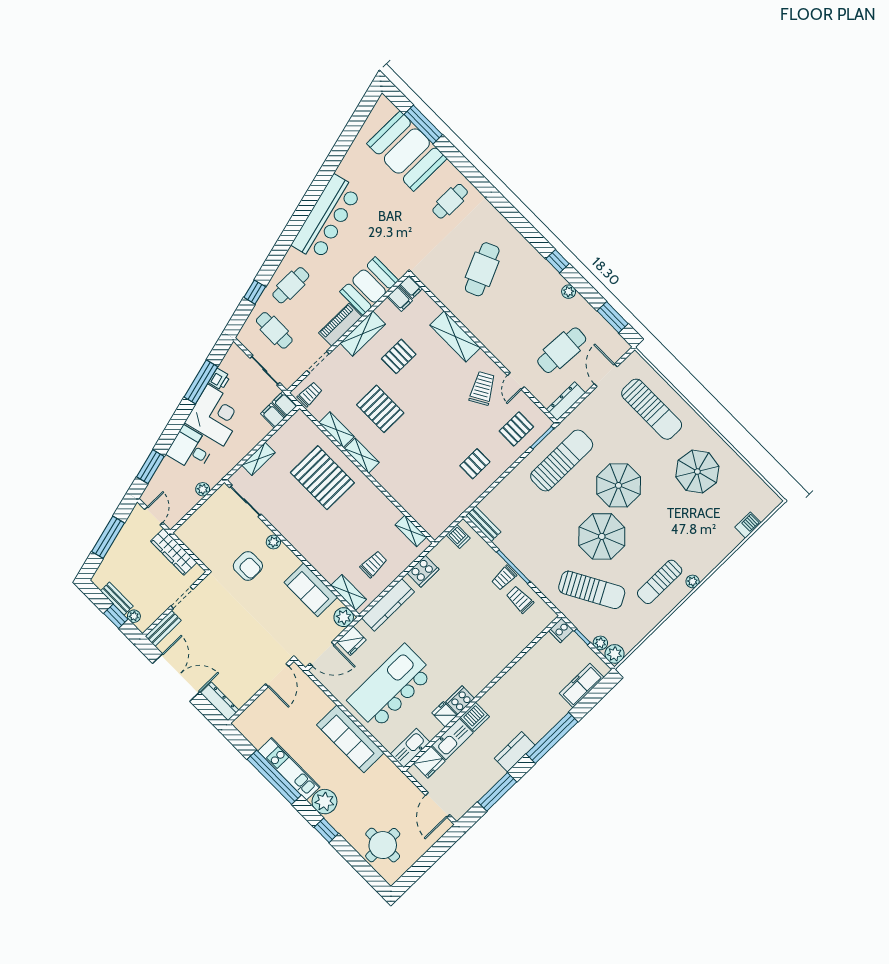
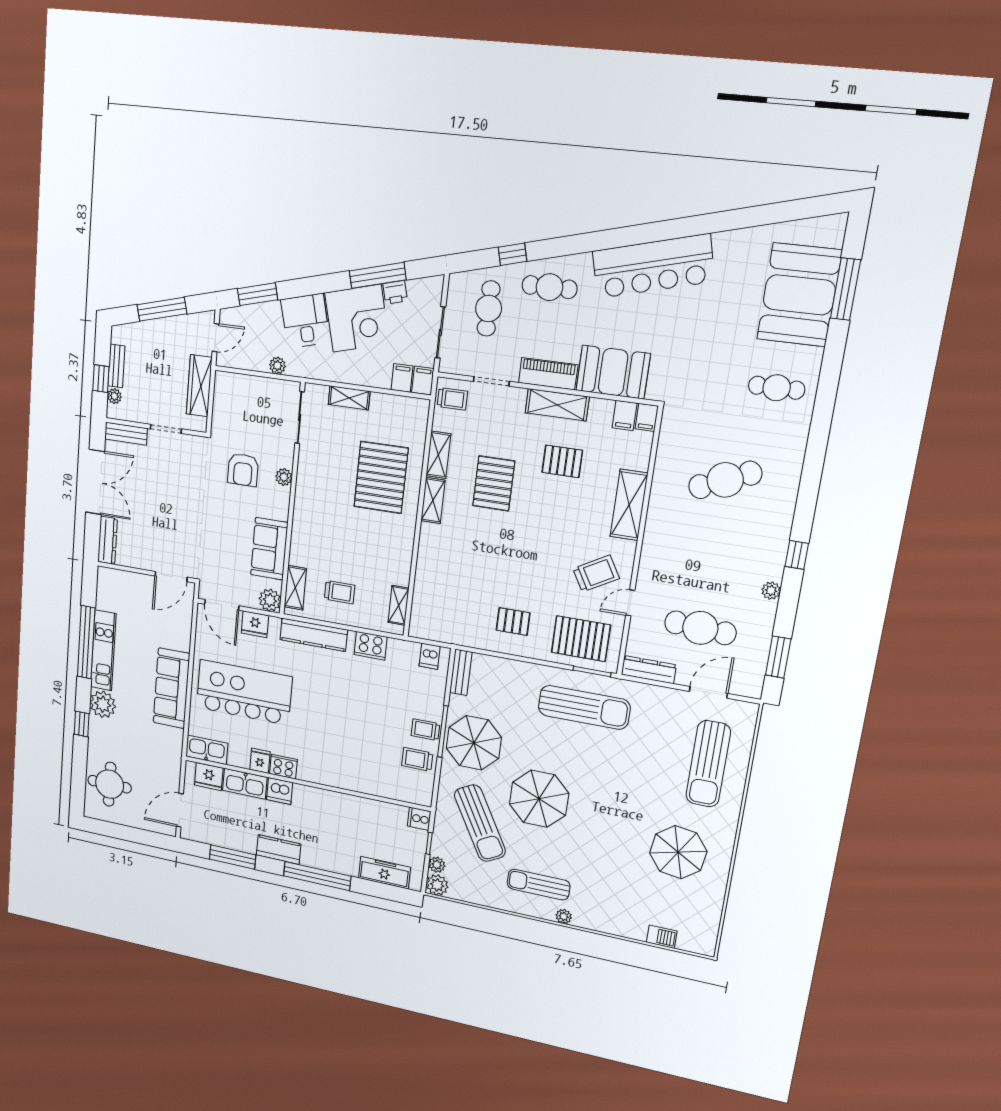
pallet: (516, 429) -> (581, 639), width x1.50, depth x1.42
parasol: (619, 485) -> (474, 743), moved
trolley: (520, 599) -> (417, 759), turned -90

